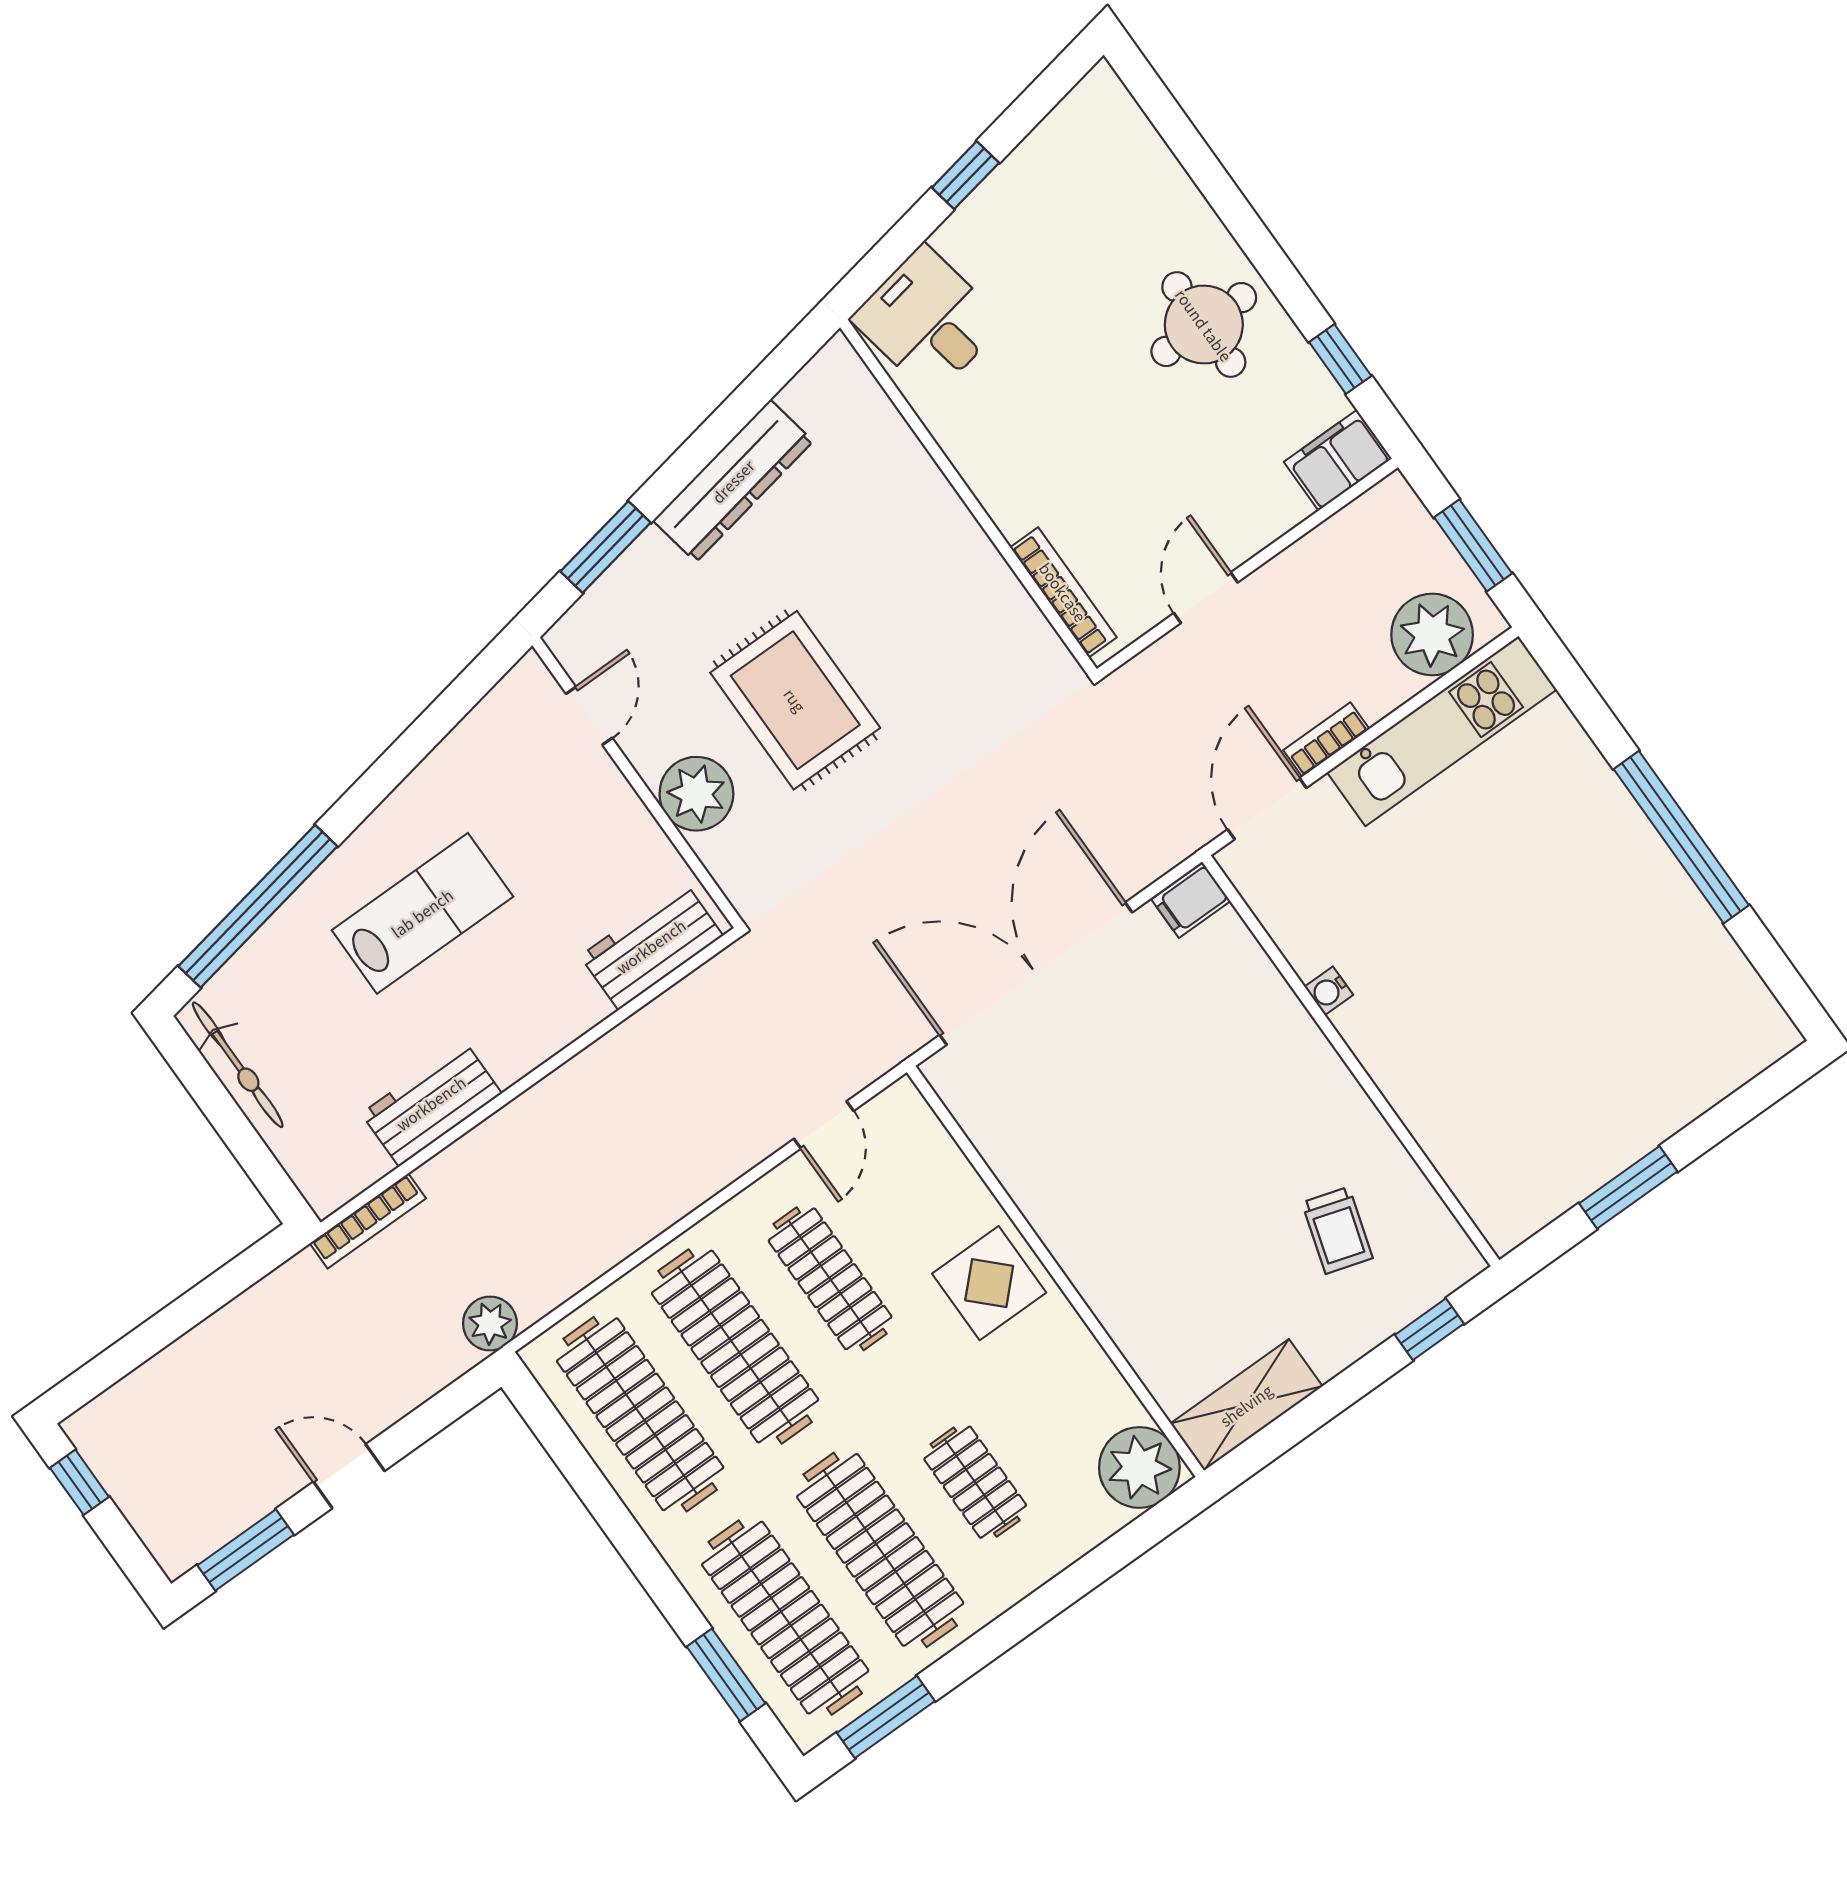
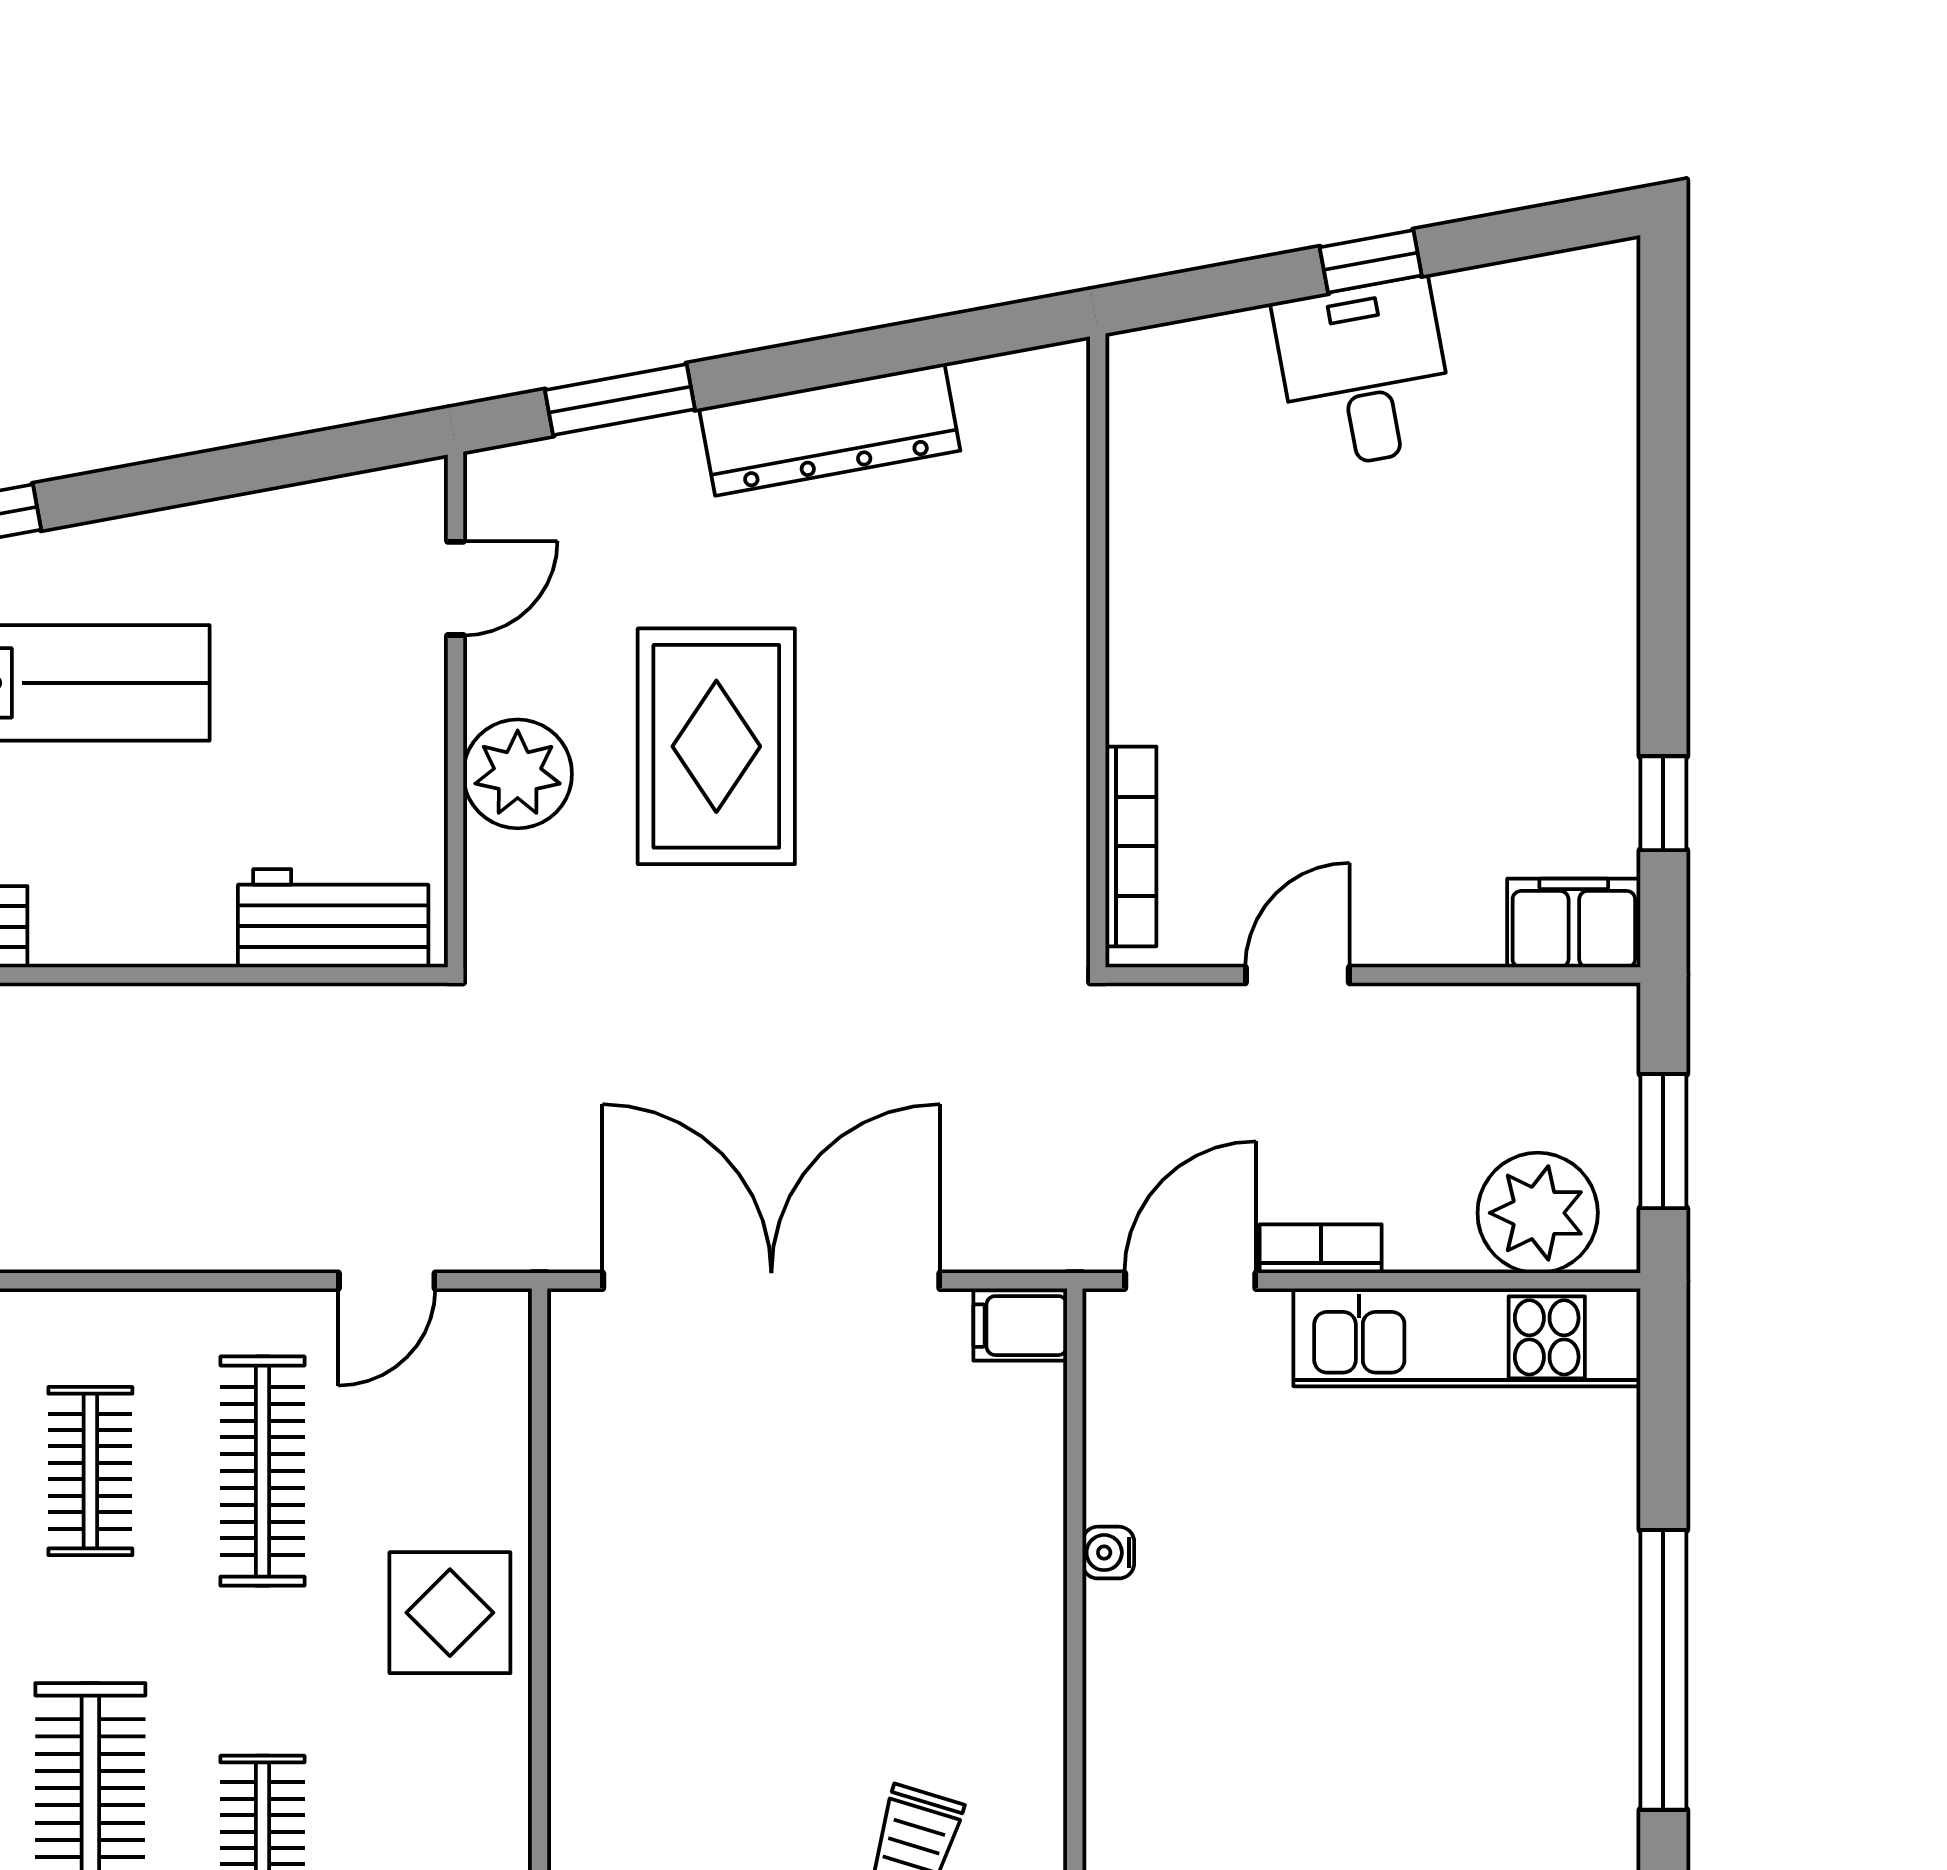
desk: (928, 321) -> (1364, 374), moved
round table: (1204, 325) -> (1529, 645), removed
clothes rail: (735, 1346) -> (90, 1471), width x0.54, depth x0.76

